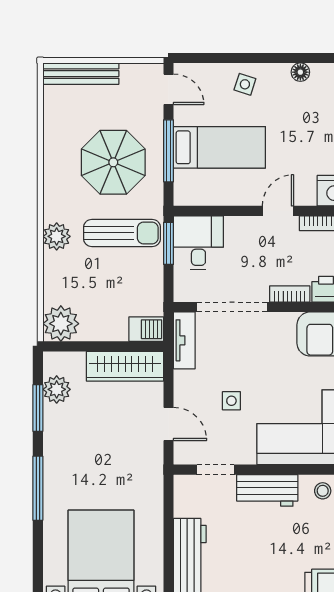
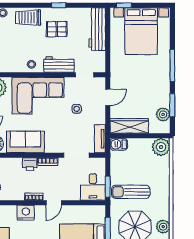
plant: (57, 236) -> (163, 227), moved
doorway: (232, 307) -> (76, 155), width x0.73
door: (169, 424) -> (108, 97), swing flipped
pallet: (272, 562) -> (57, 29), added

